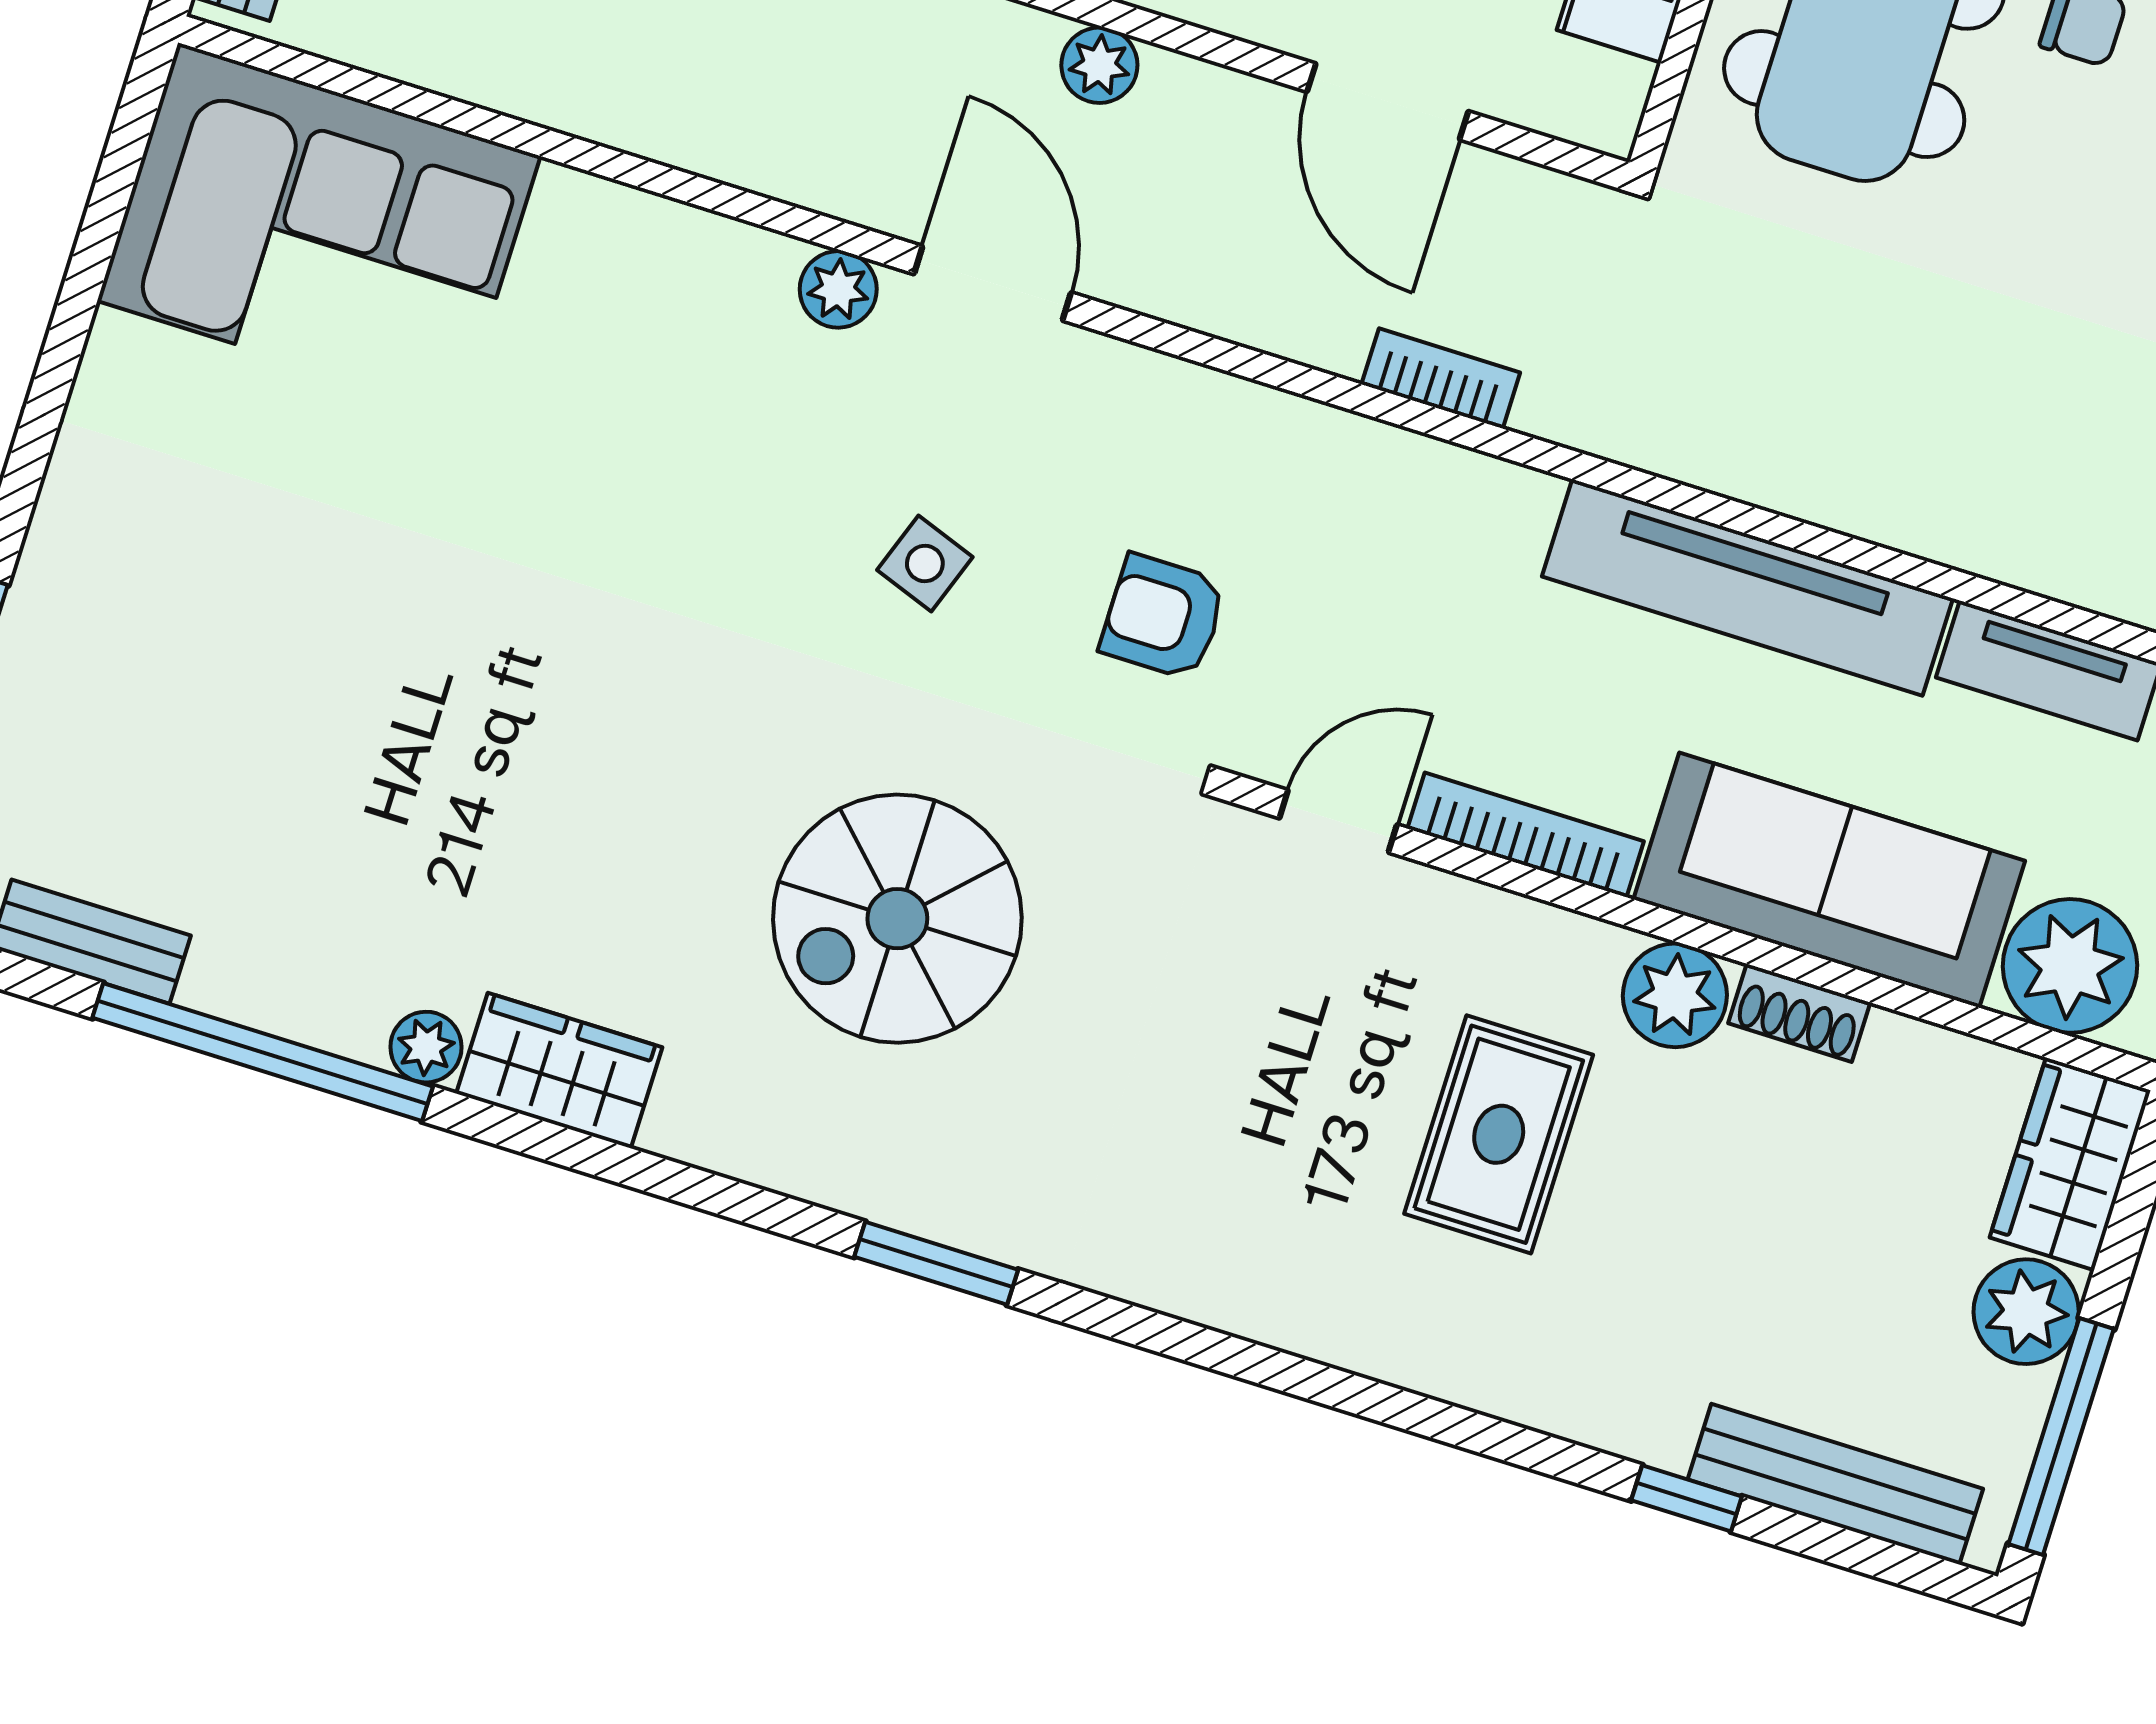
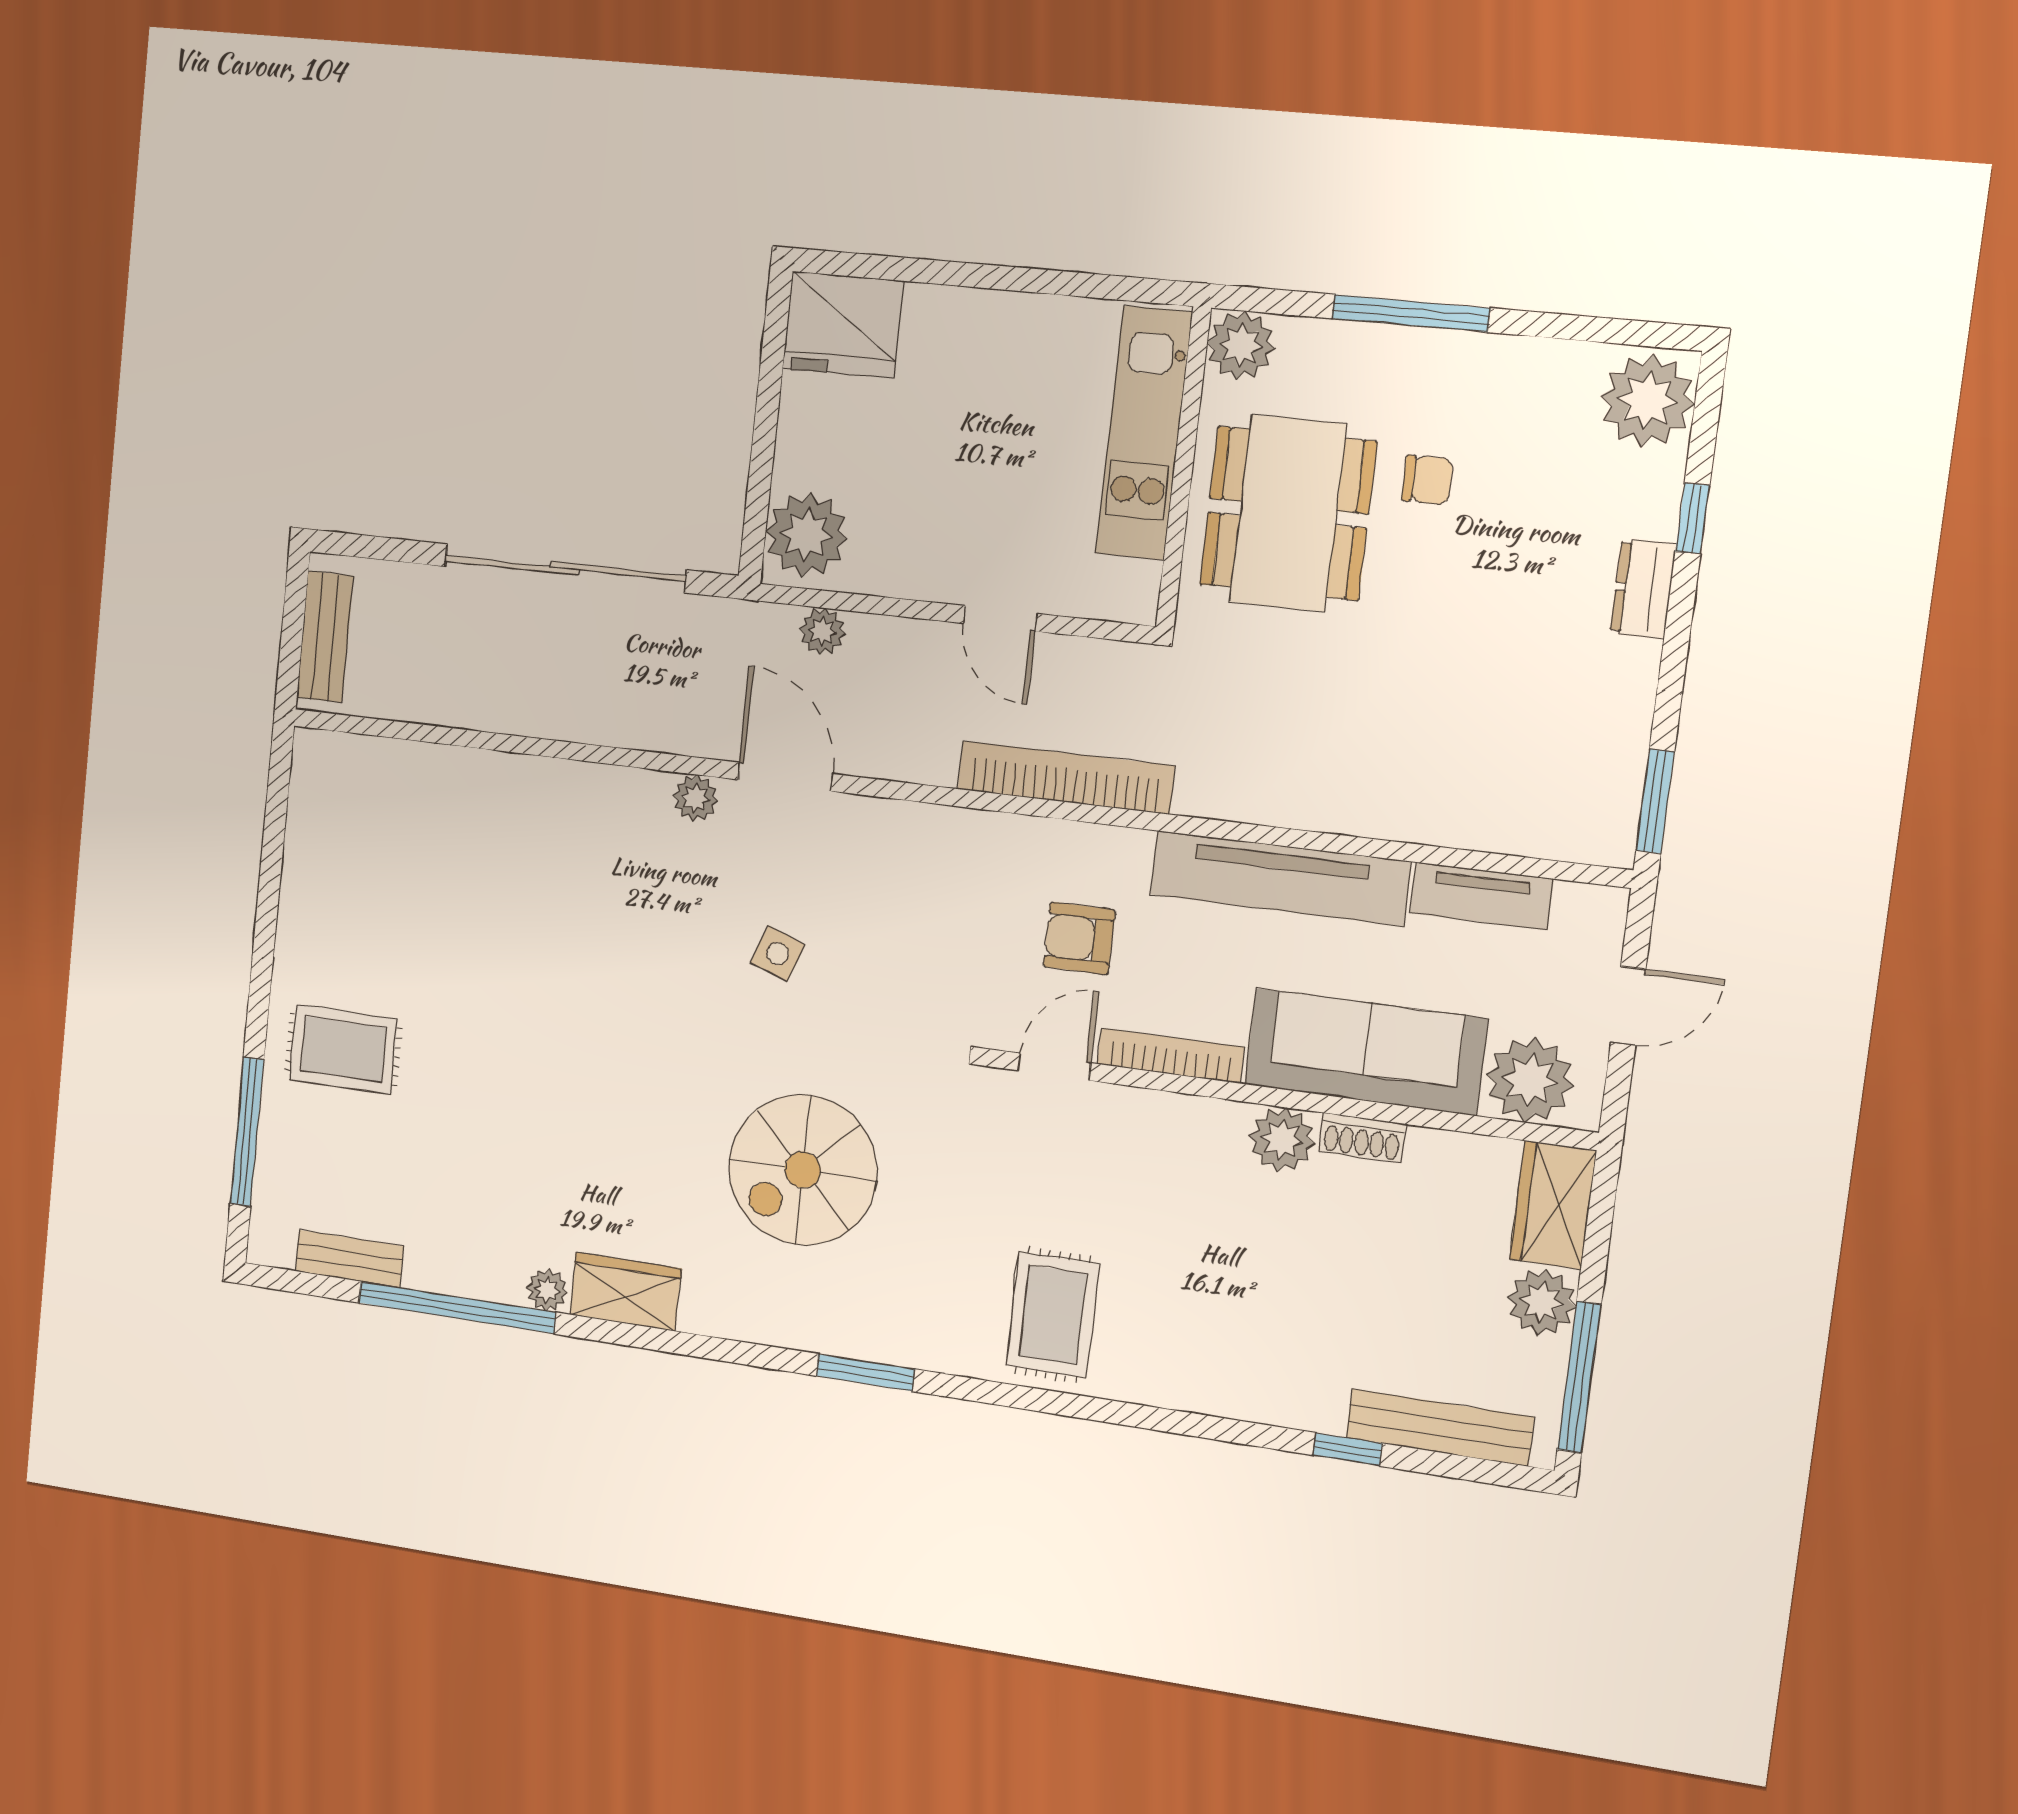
door: (1388, 102) -> (1000, 618), width x0.73
corner sofa: (319, 228) -> (393, 819), removed
bookcase: (1441, 378) -> (1066, 777), width x2.31, depth x1.31
rug: (153, 591) -> (343, 1049), added
armchair: (1163, 617) -> (1079, 938), moved
rug: (1499, 1134) -> (1053, 1315), moved

